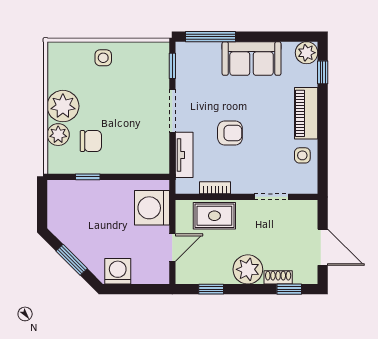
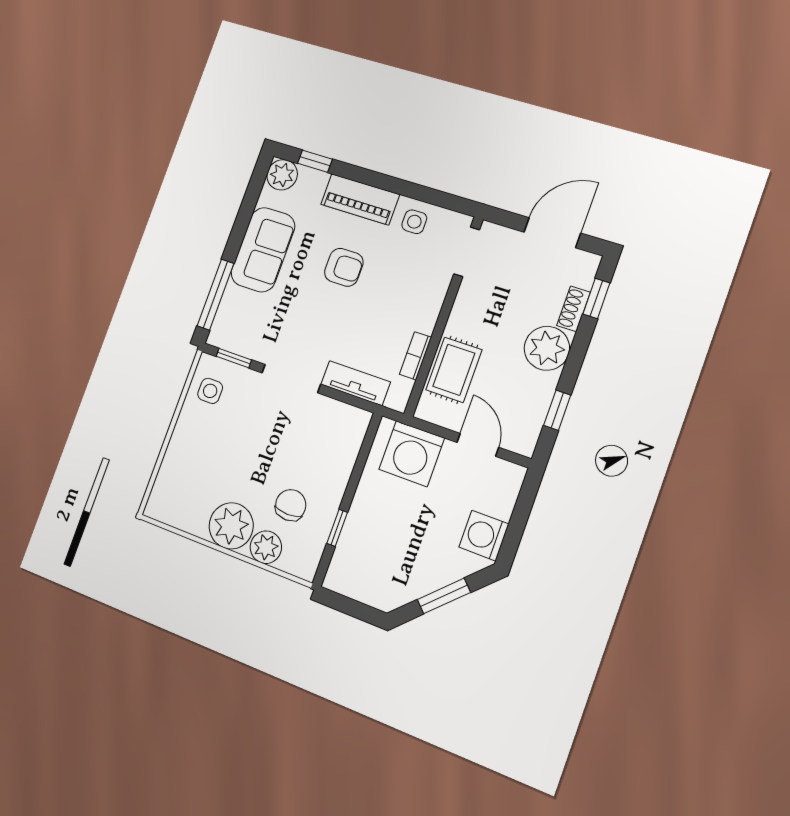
side table: (103, 58) -> (210, 391), moved
armchair: (230, 133) -> (344, 267), moved, turned 90
doorway: (271, 197) -> (467, 252), moved

